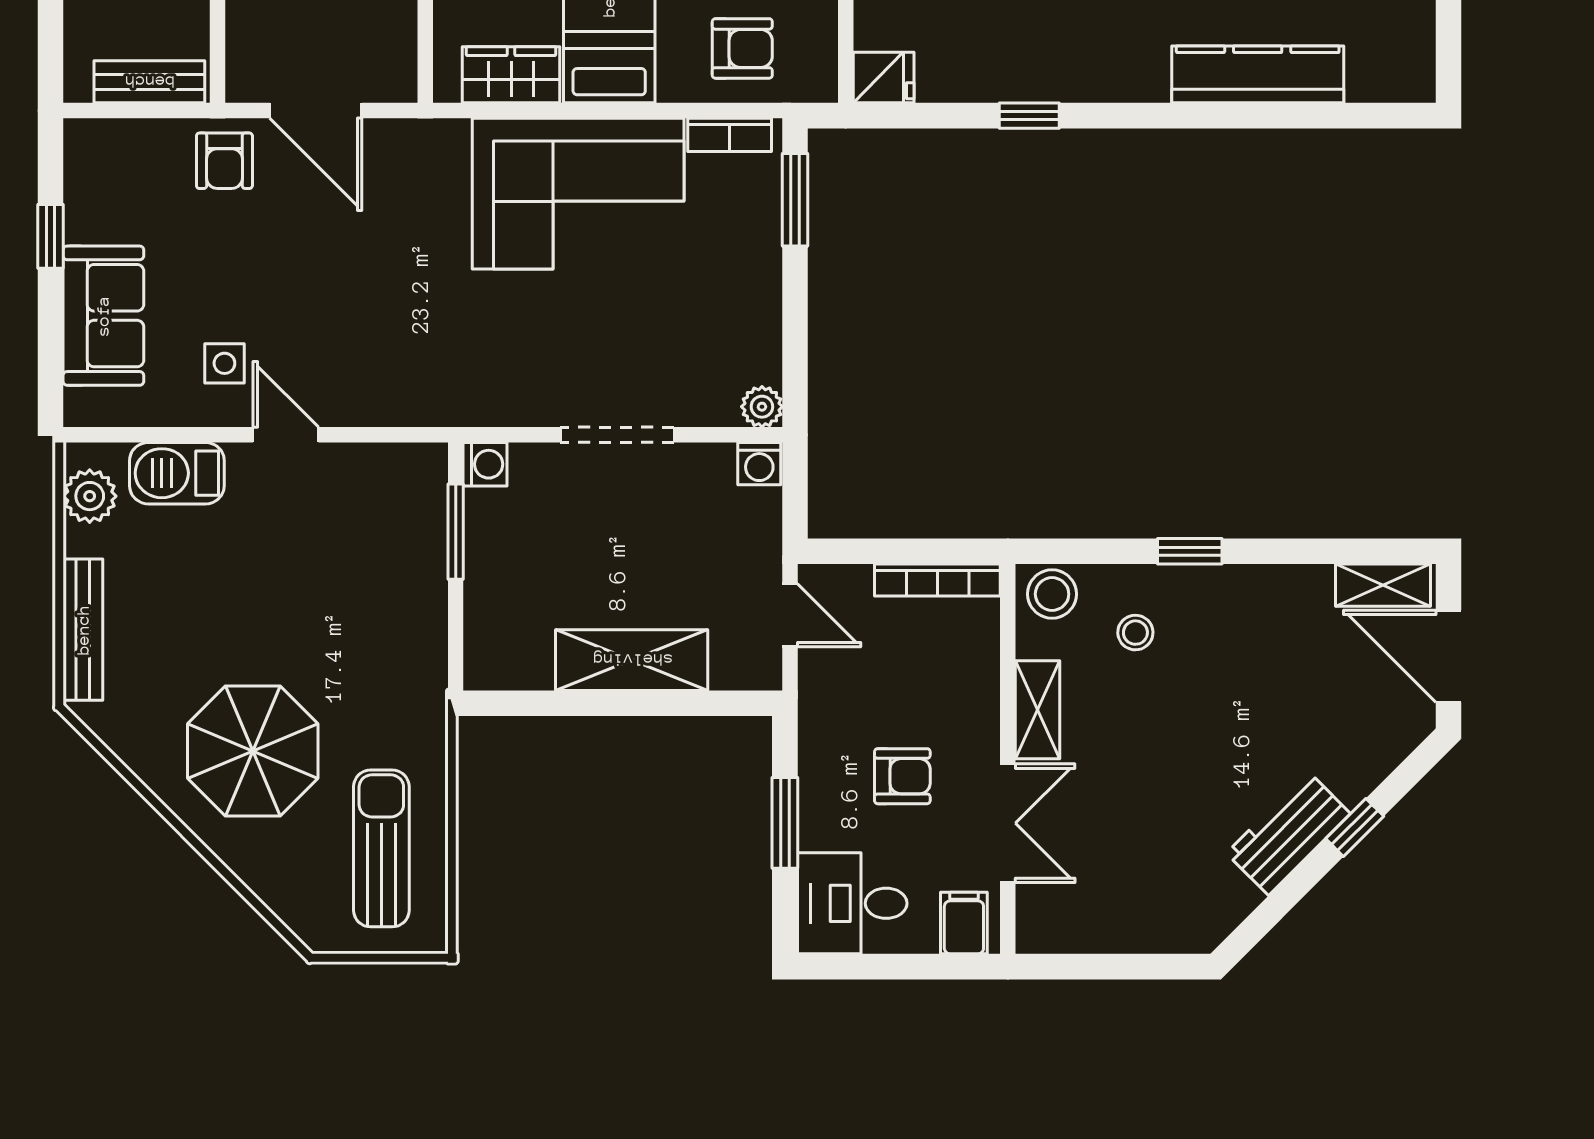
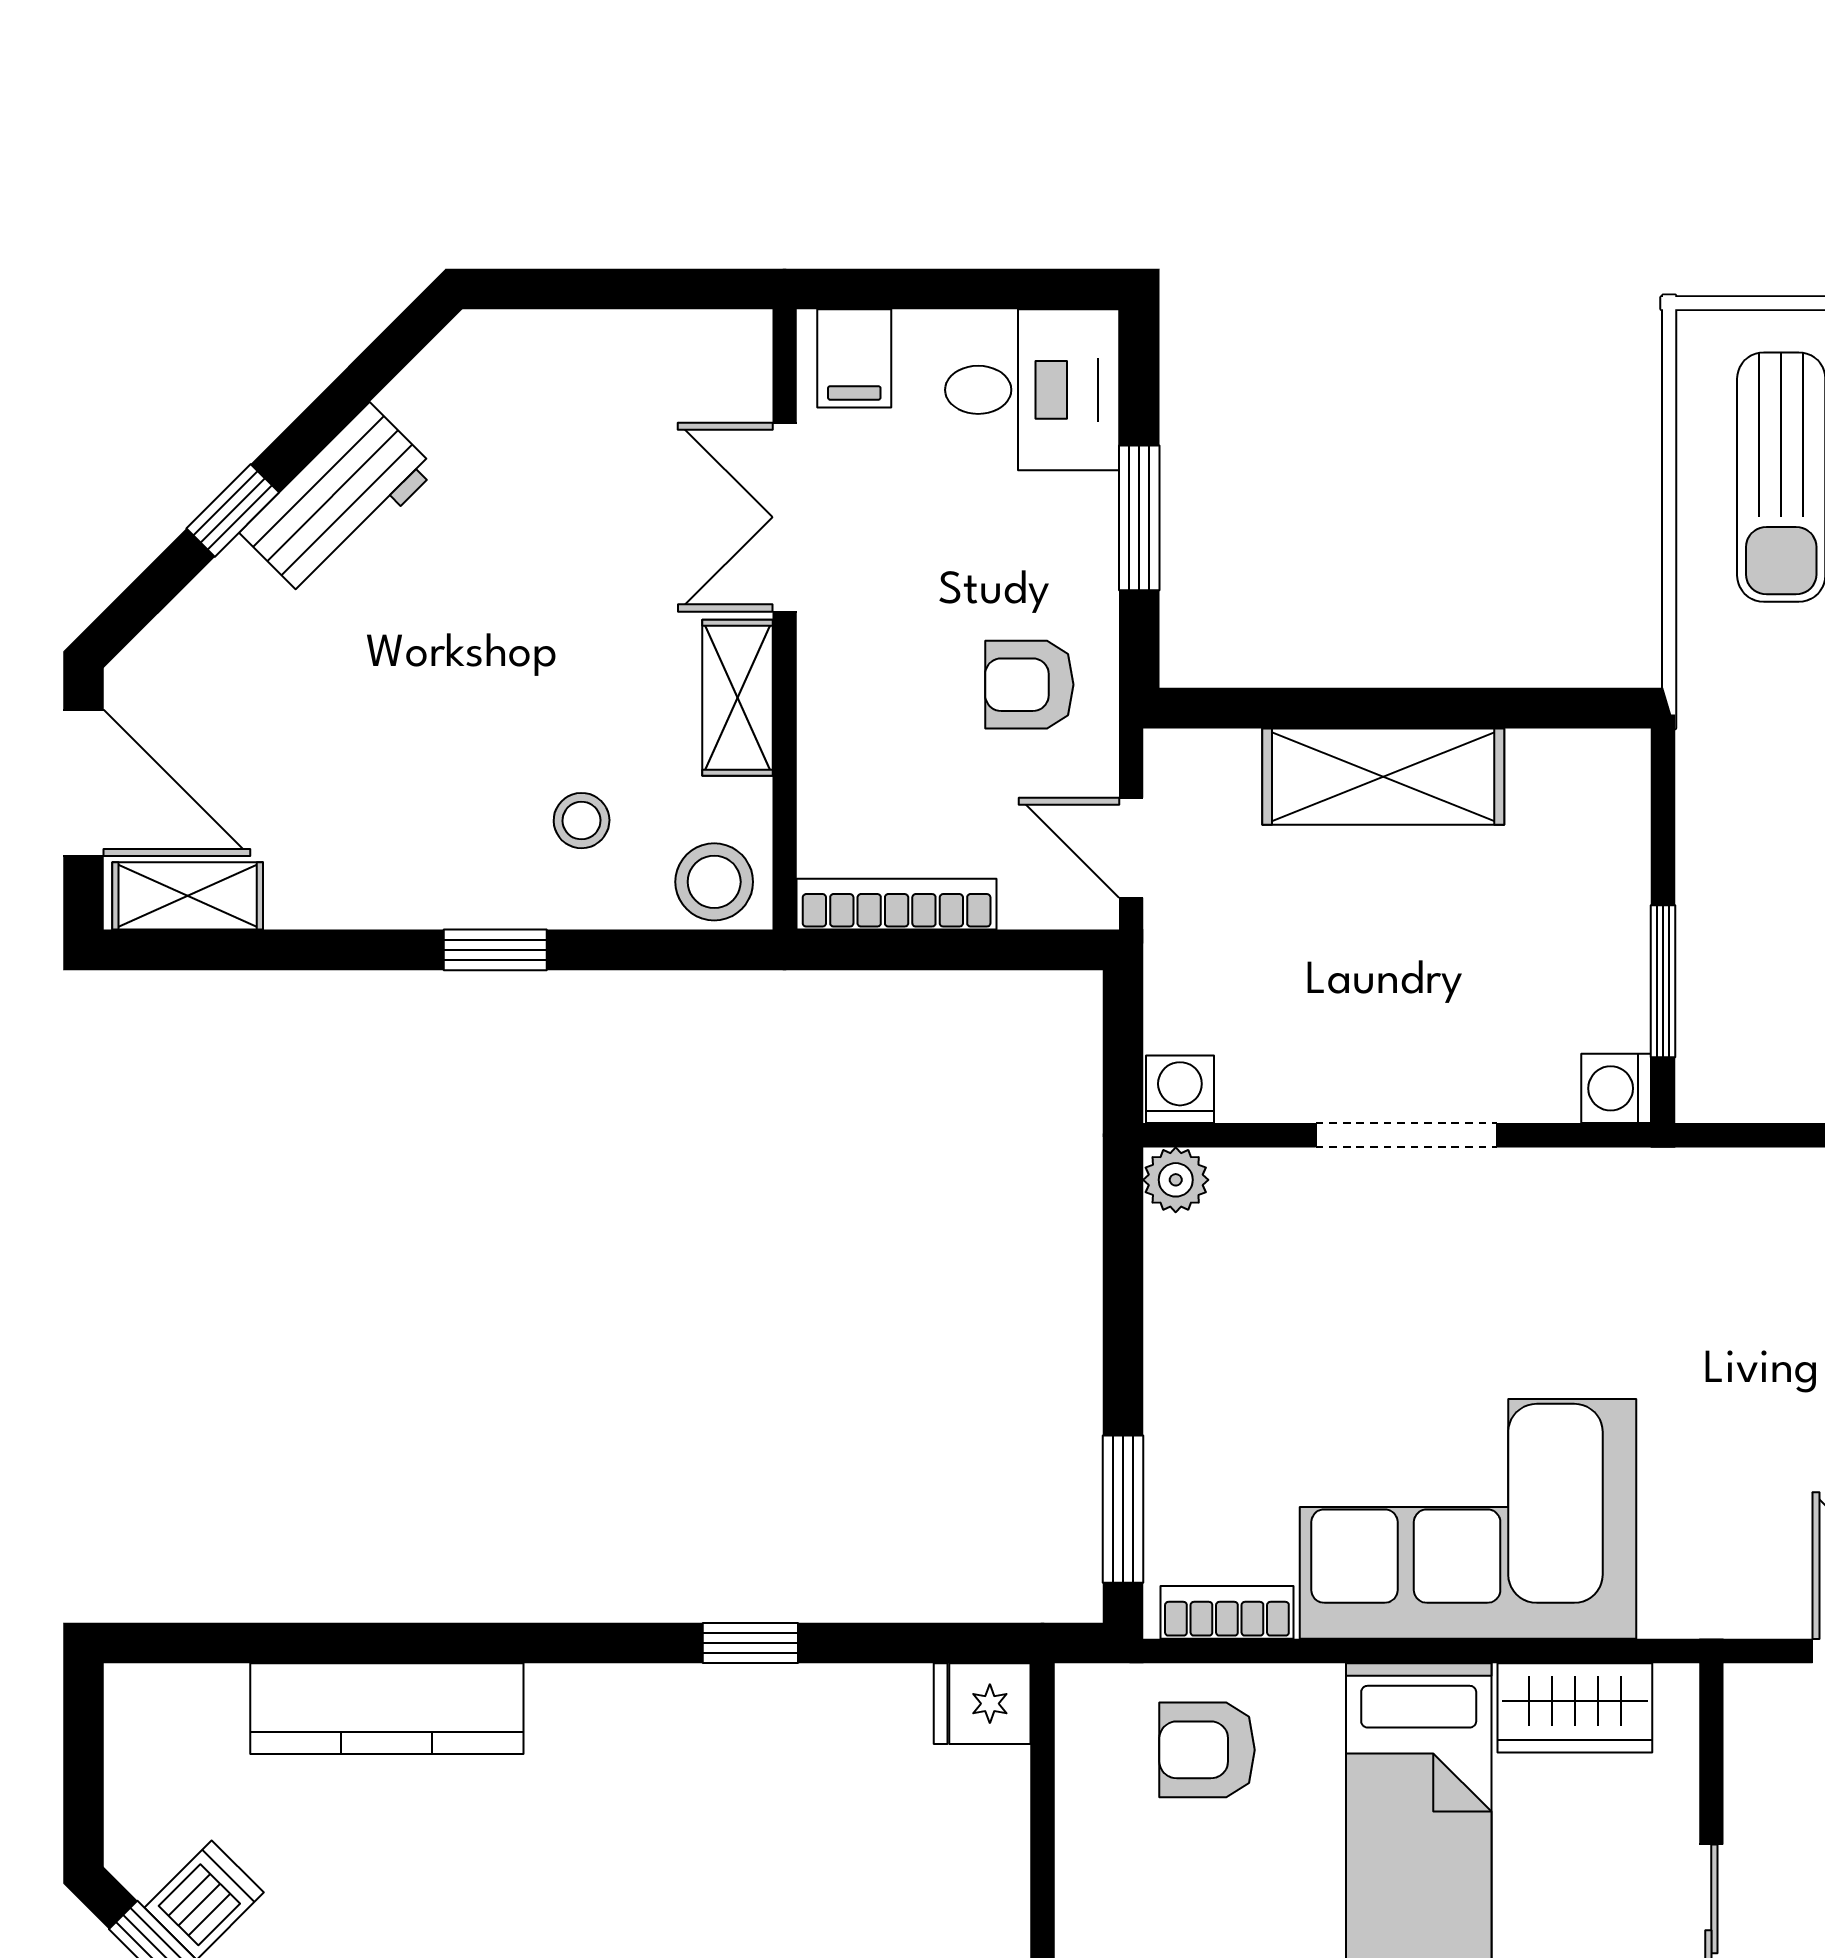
armchair: (902, 776) -> (1029, 685), moved

